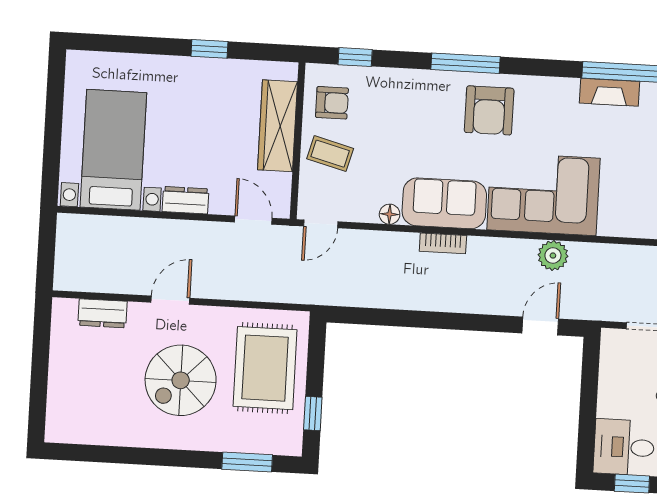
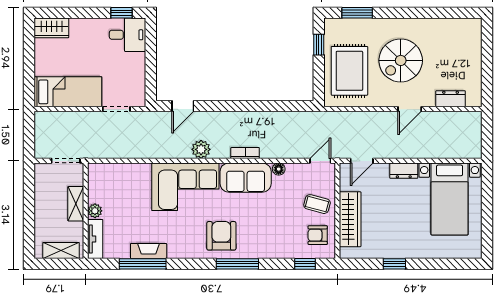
door: (253, 220) -> (362, 161), hinge flipped
plant: (553, 256) -> (201, 149), moved
spiral stairs: (181, 380) -> (401, 60), turned 180

